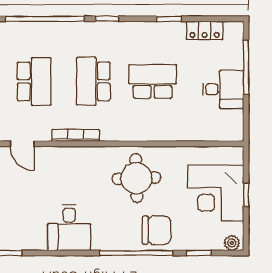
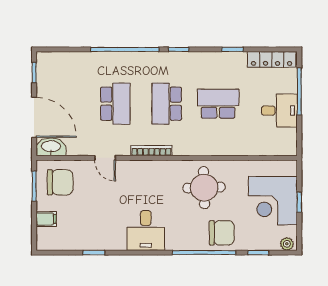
locker: (205, 30) -> (272, 59), width x1.53

